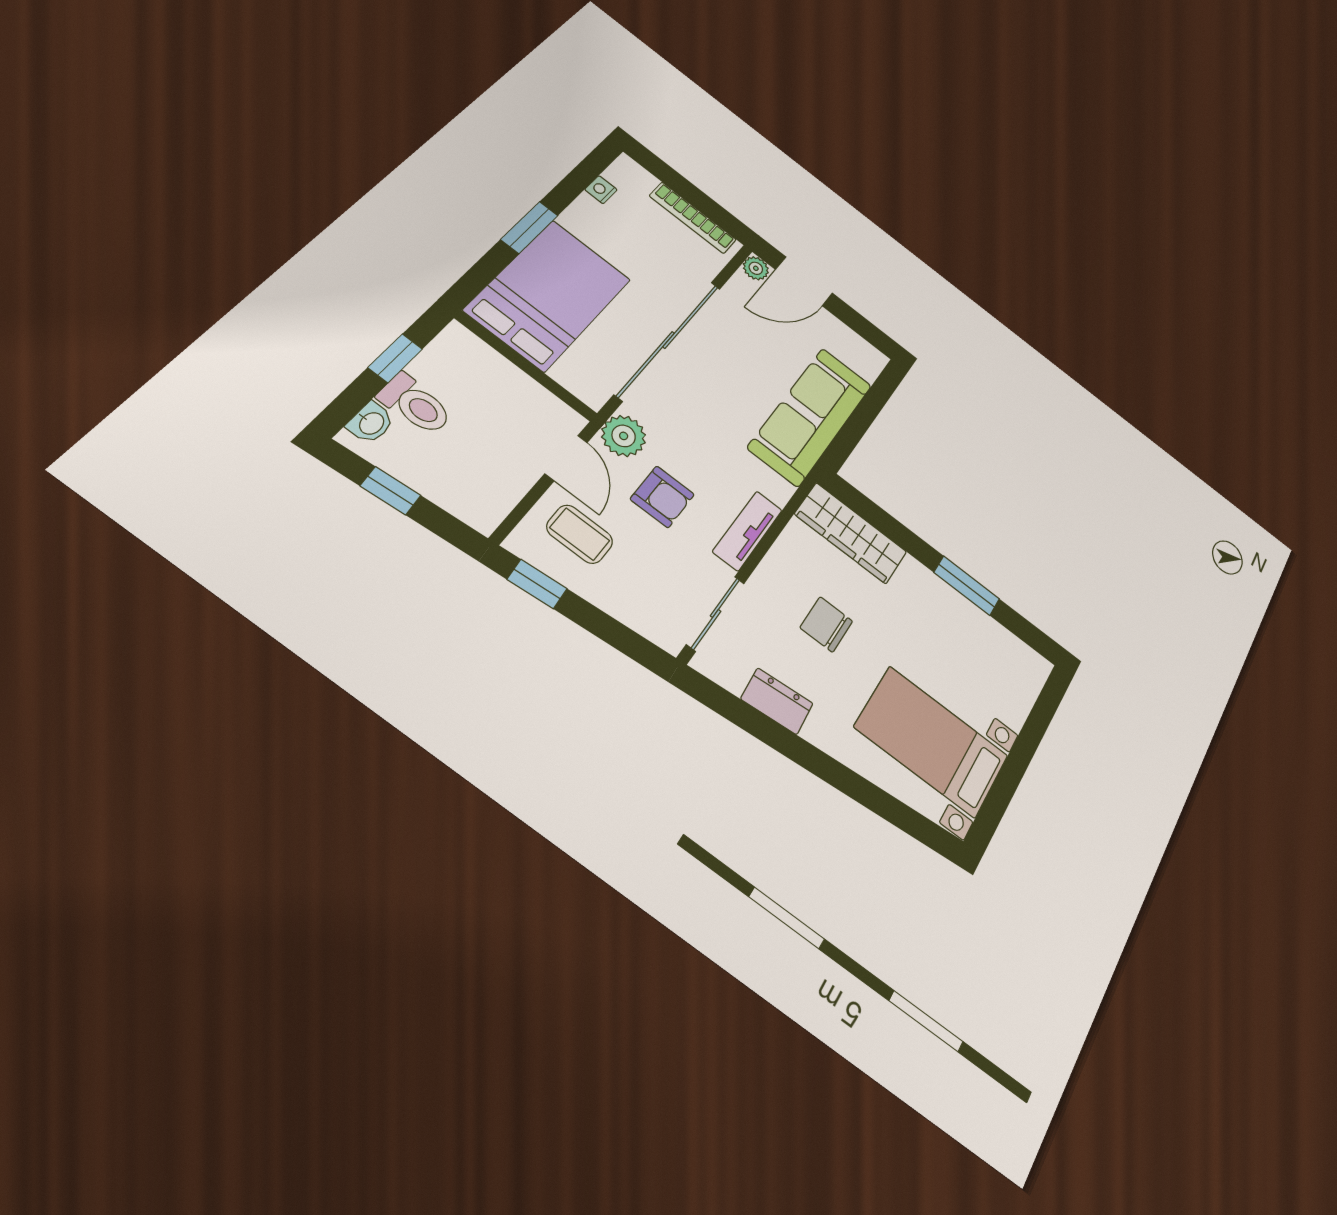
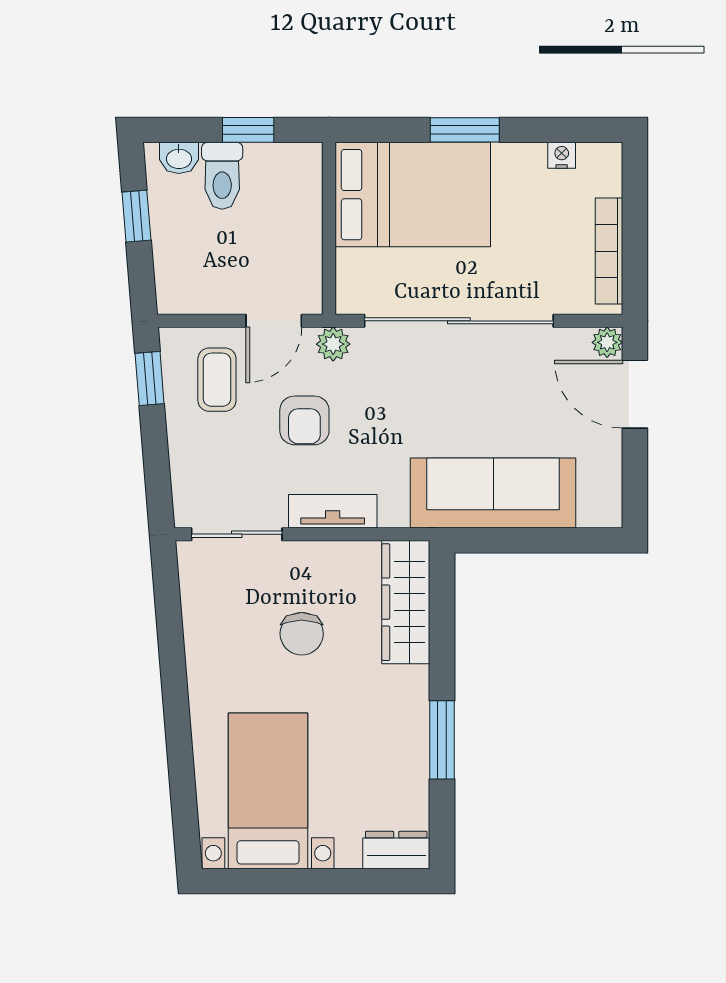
plant: (624, 436) -> (333, 344), width x0.73, depth x0.73
chair: (826, 624) -> (302, 634), turned 180
dresser: (777, 701) -> (396, 850), moved, turned -85

